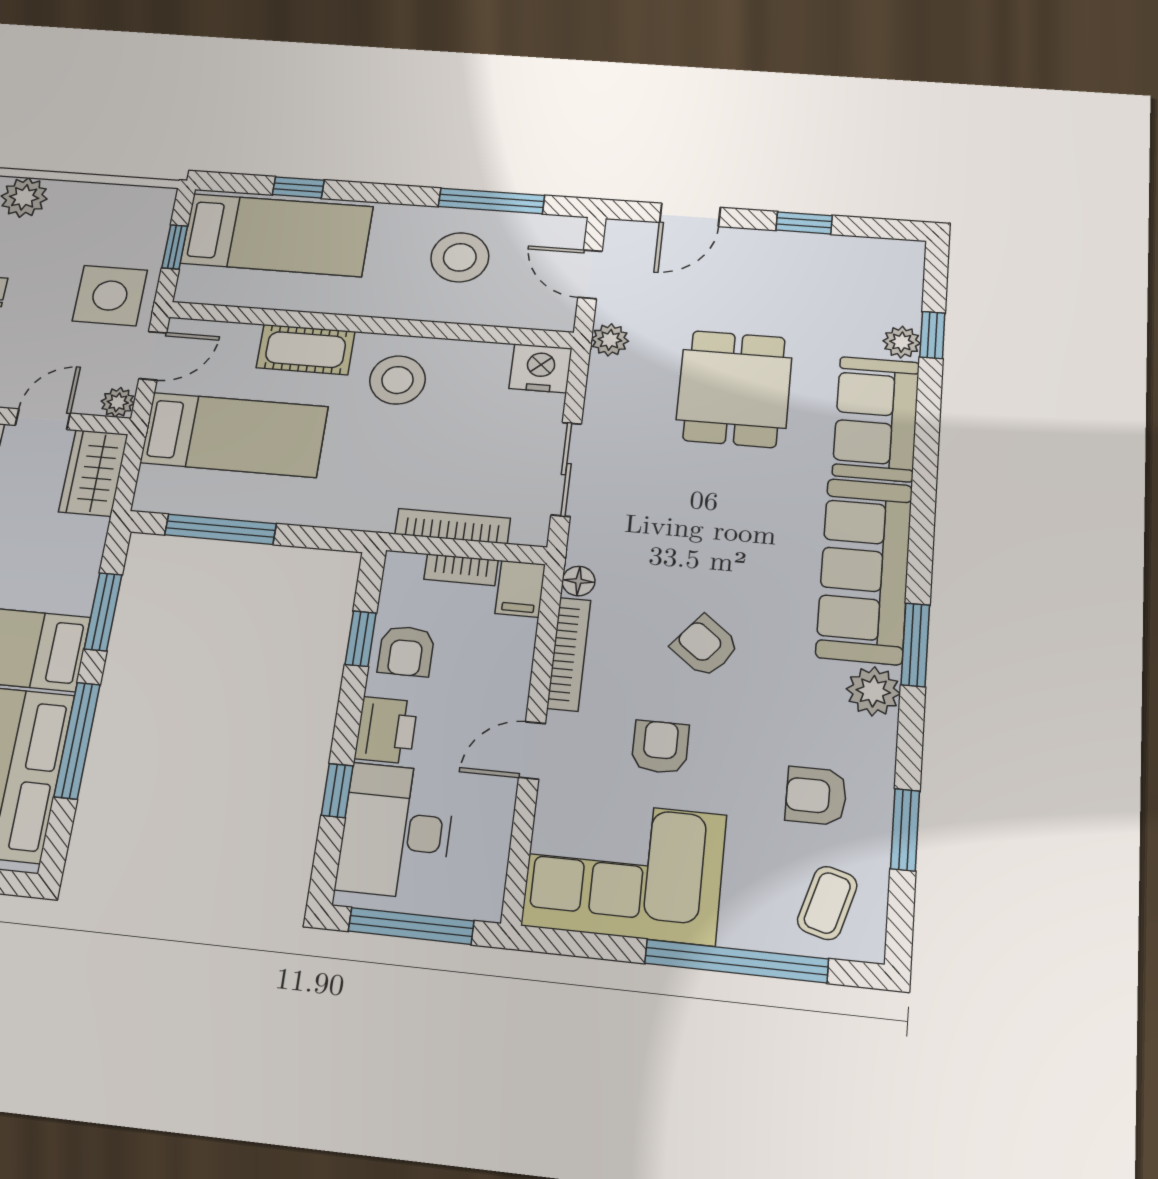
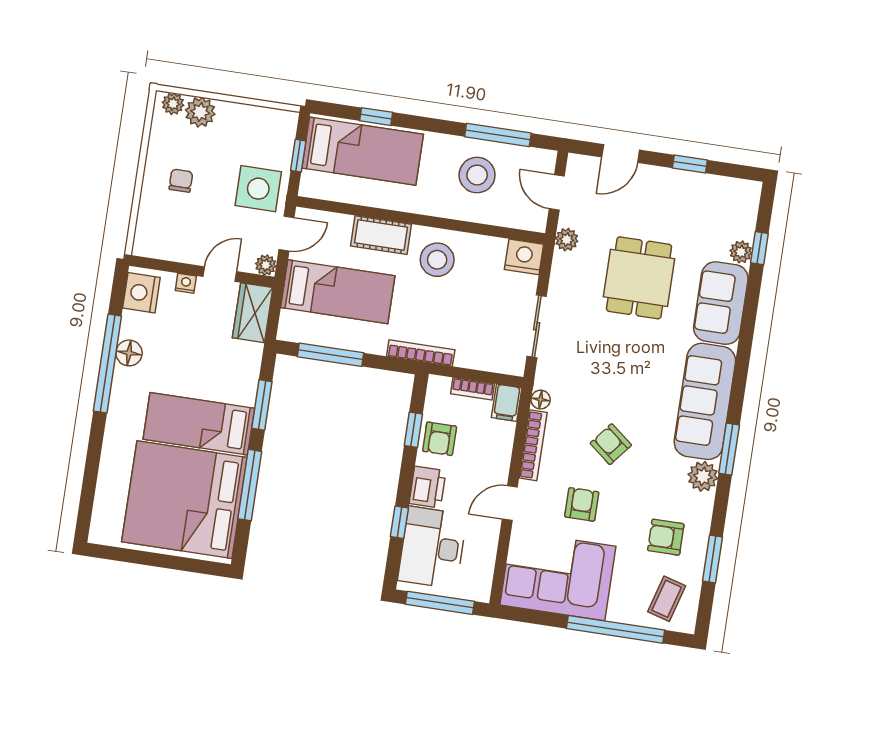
bookcase: (453, 526) -> (421, 353), moved

